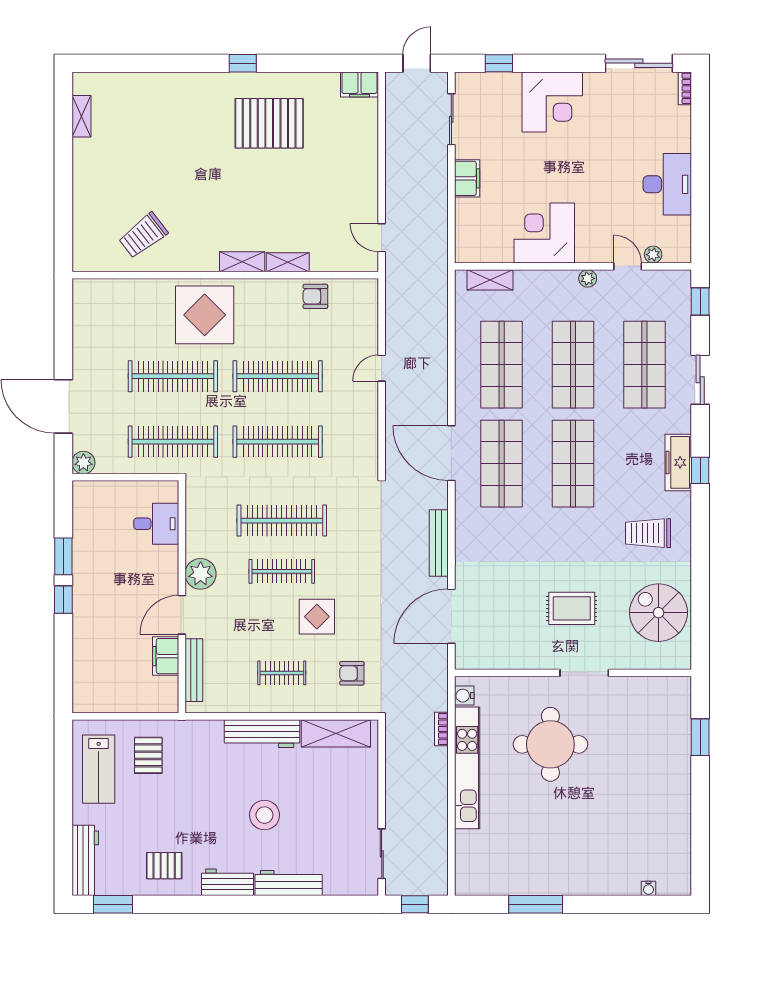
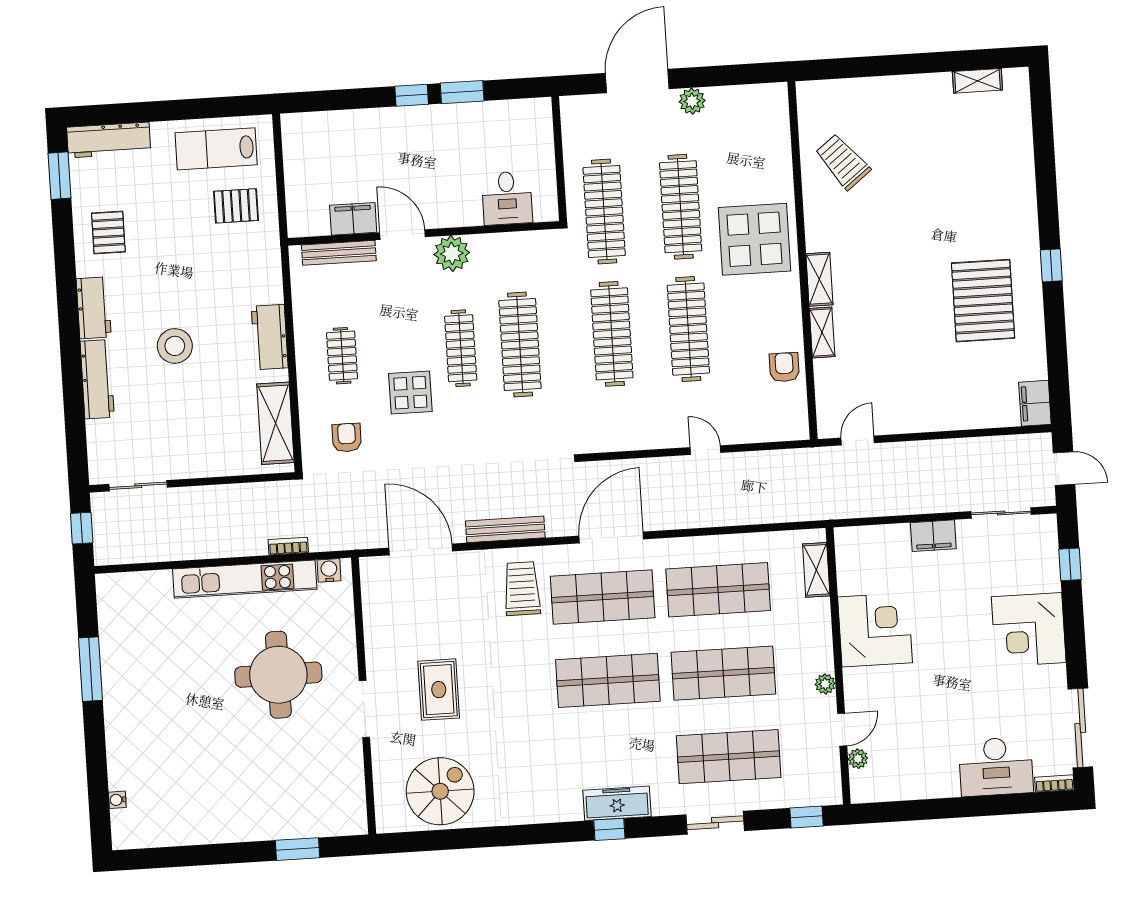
desk: (667, 184) -> (996, 767), moved
plant: (83, 463) -> (692, 101), moved
trolley: (648, 533) -> (522, 589), moved
workbench: (262, 734) -> (270, 337), width x0.73

